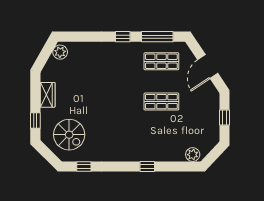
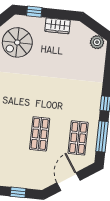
door: (208, 66) -> (69, 182), hinge flipped

